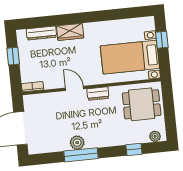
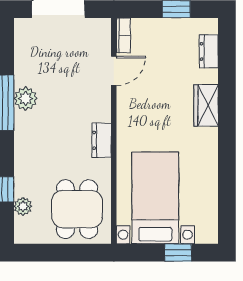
dresser: (41, 33) -> (209, 51), width x0.70
door: (74, 88) -> (114, 71), moved
plant: (155, 136) -> (23, 206), moved

